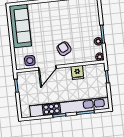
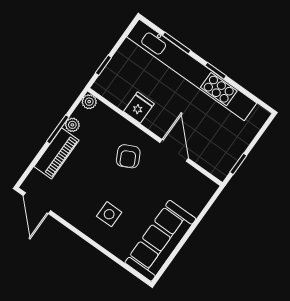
piano: (94, 24) -> (56, 153), added
side table: (30, 61) -> (109, 214), moved
door: (47, 68) -> (174, 150), hinge flipped

